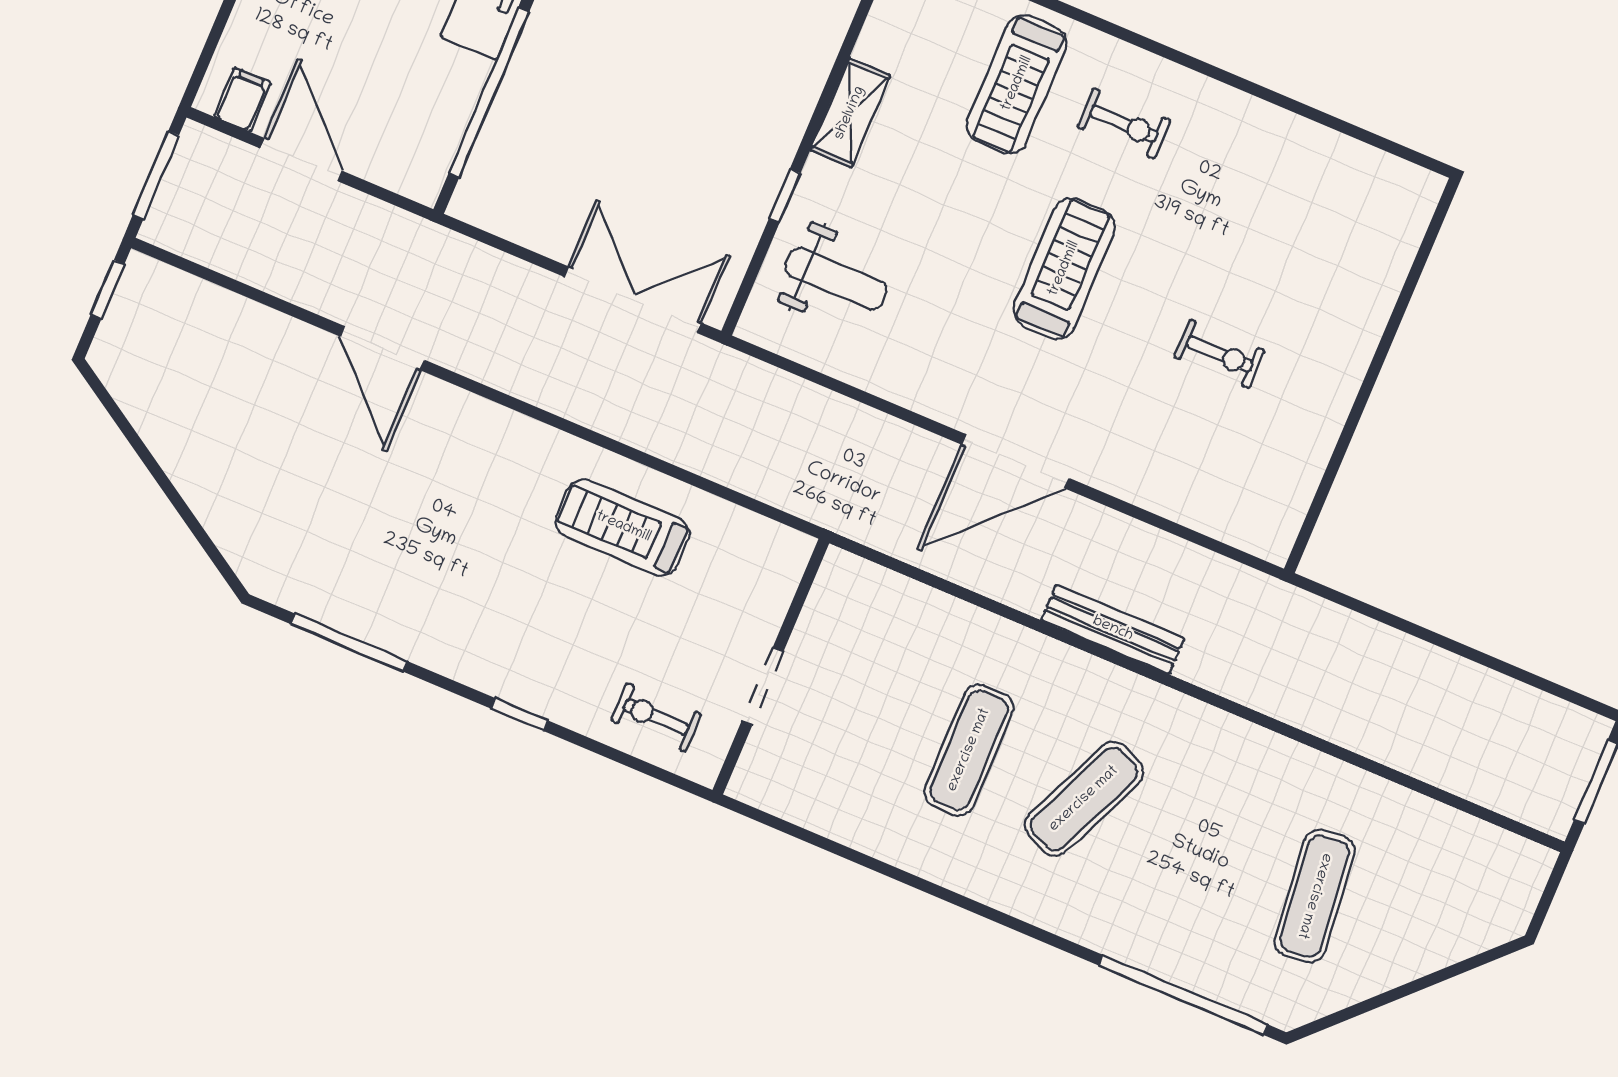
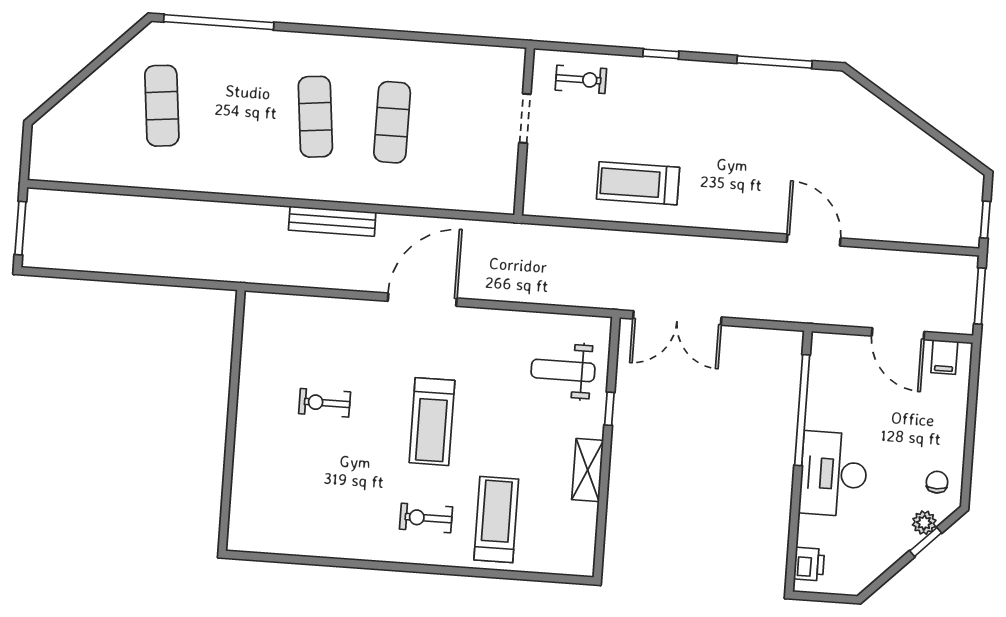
treadmill: (623, 527) -> (638, 183), turned 180
exercise mat: (1084, 799) -> (315, 117), turned -30

